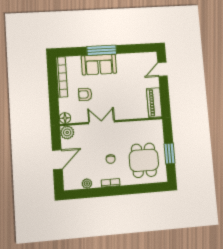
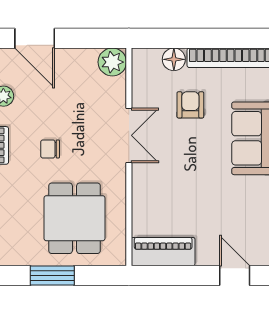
floor lamp: (65, 118) -> (174, 59), moved
door: (57, 160) -> (35, 38), moved
dining table: (144, 160) -> (75, 218), moved, turned 90

